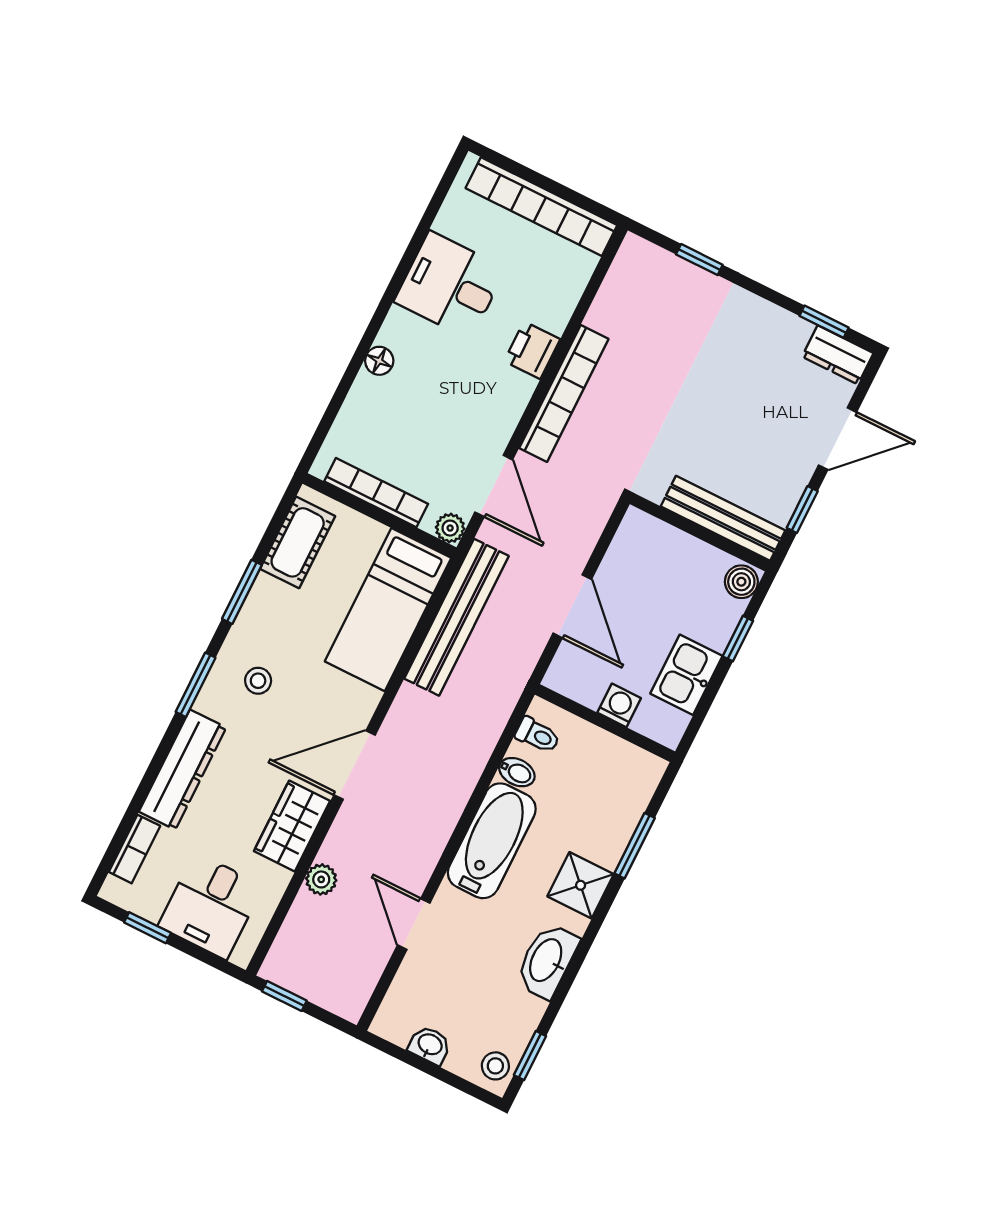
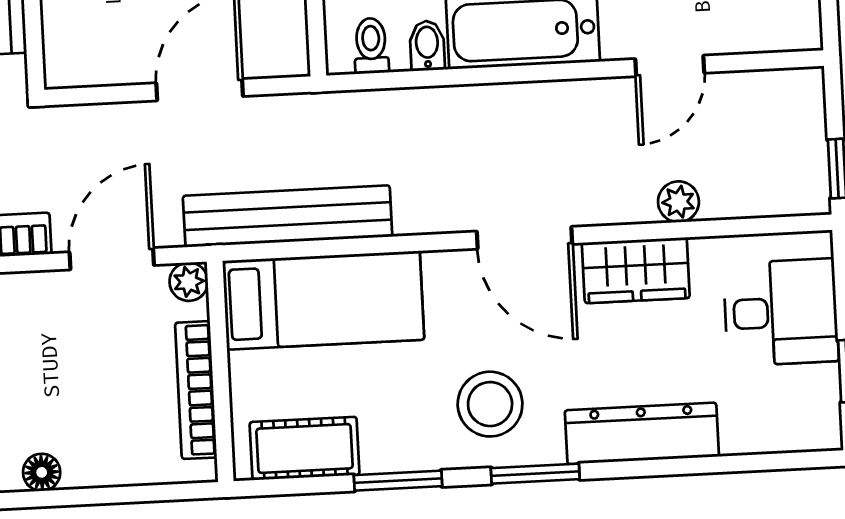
stool: (258, 681) -> (490, 404), width x1.89, depth x1.89
bookcase: (135, 849) -> (765, 437), removed

